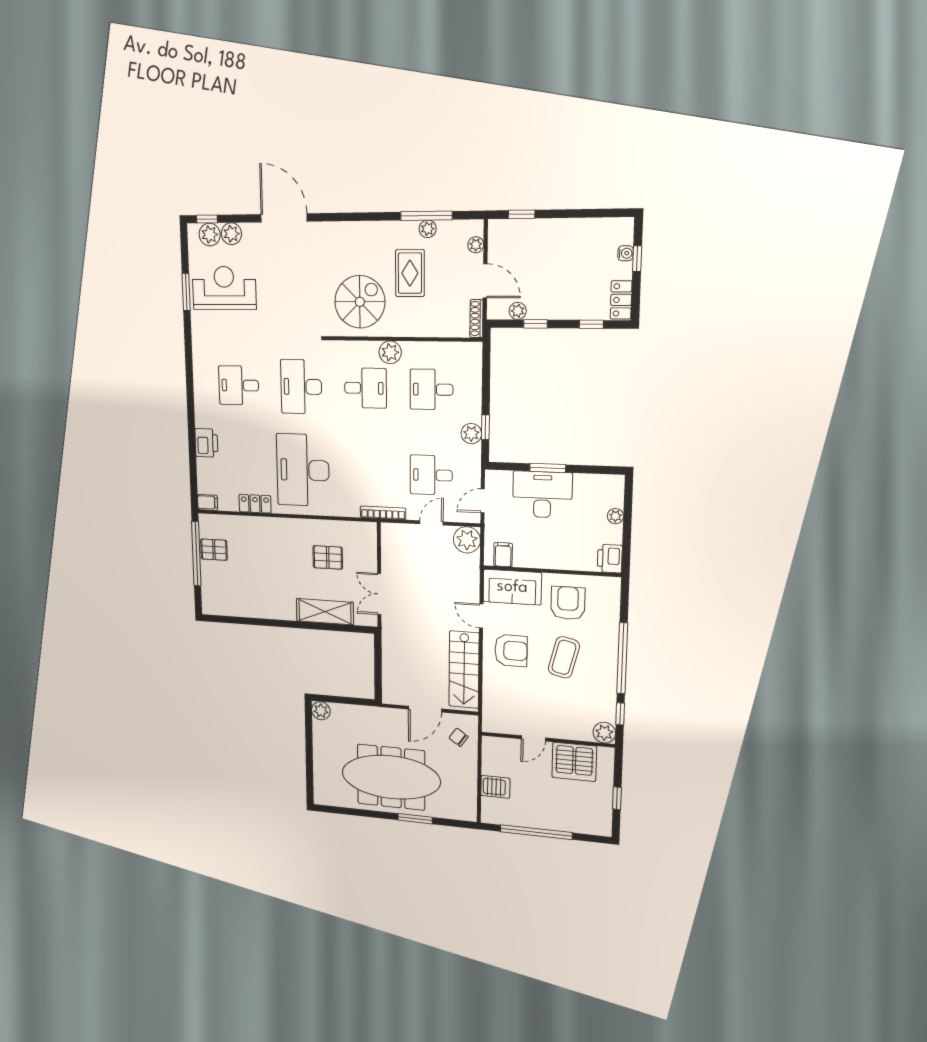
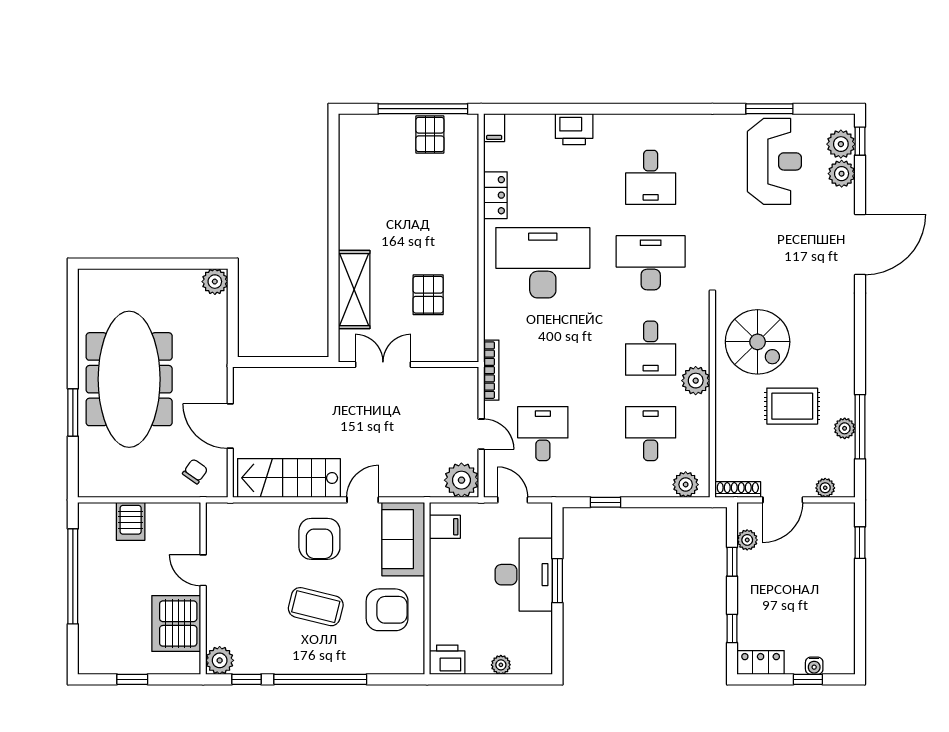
desk: (239, 385) -> (651, 177), turned 180
plant: (471, 434) -> (686, 485), moved

